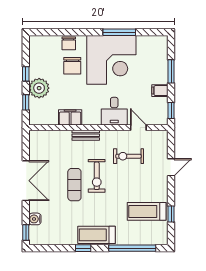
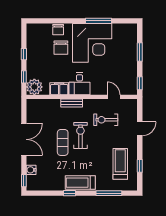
plant: (39, 88) -> (34, 87), moved
filing cabinet: (160, 91) -> (131, 67), removed
desk: (114, 111) -> (79, 84), moved
exercise bike: (97, 176) -> (80, 135), turned 180
treadmill: (147, 211) -> (120, 164), turned 90
window: (132, 248) -> (109, 193), width x0.68

